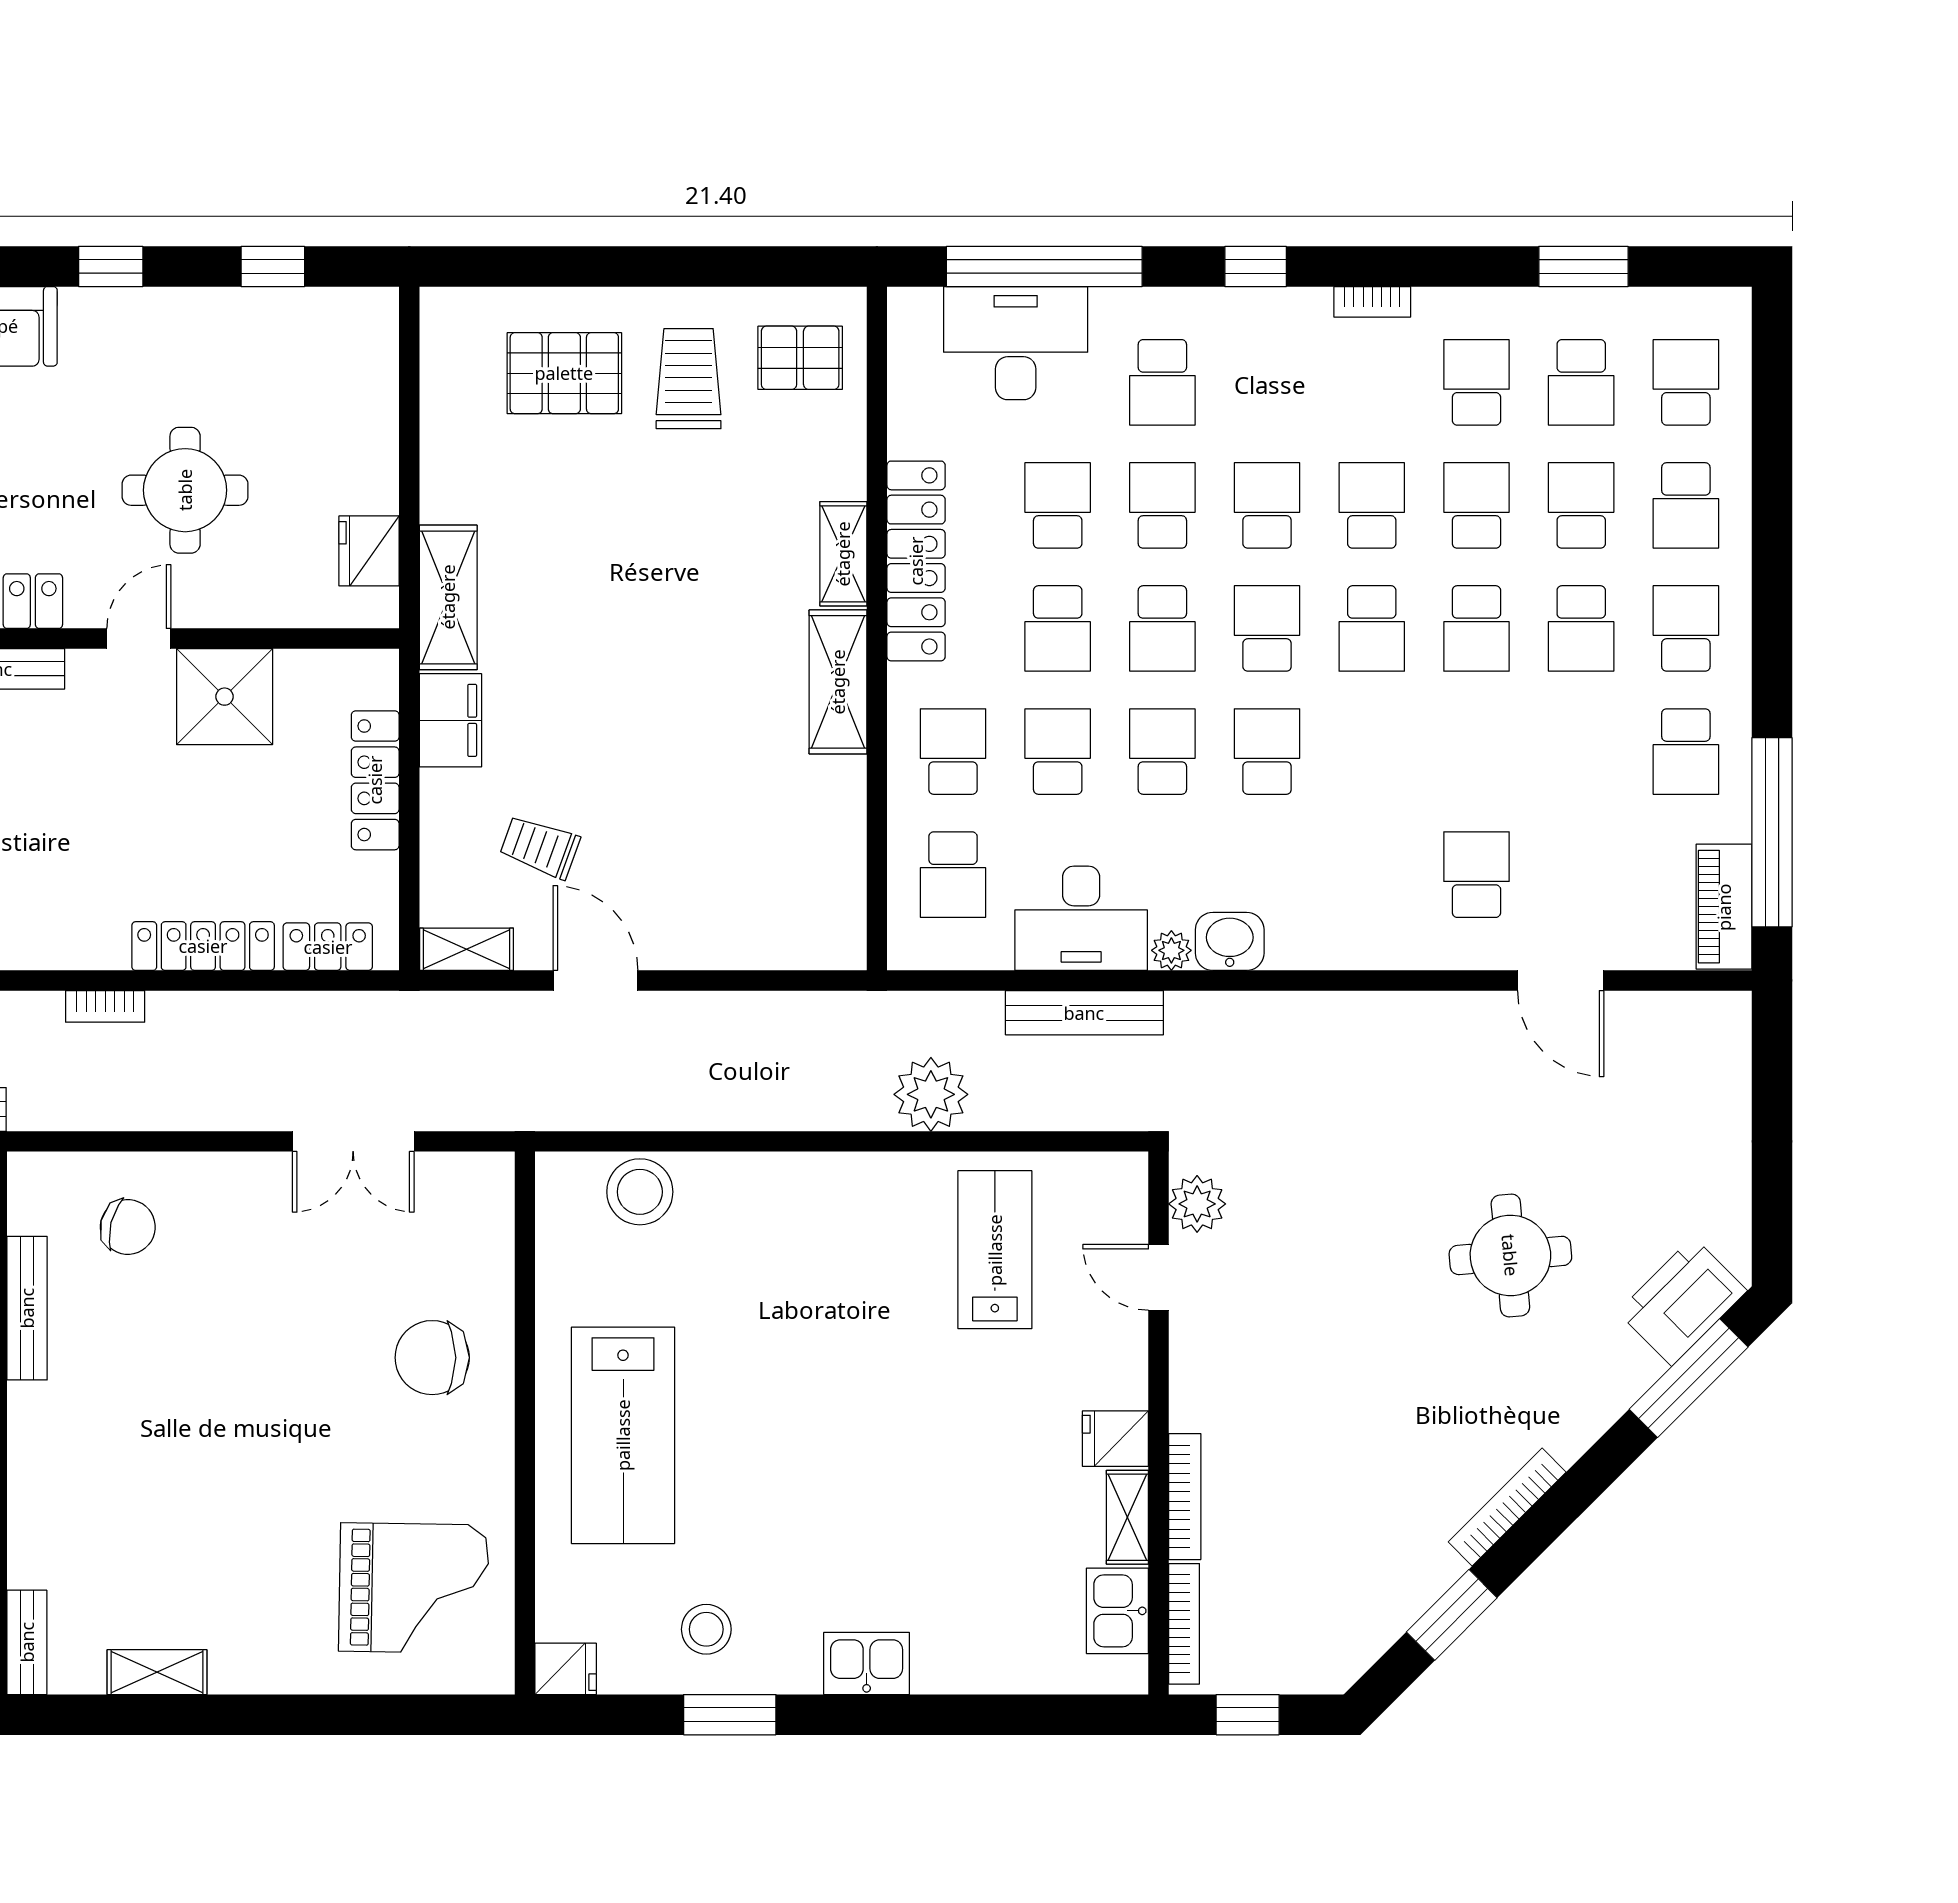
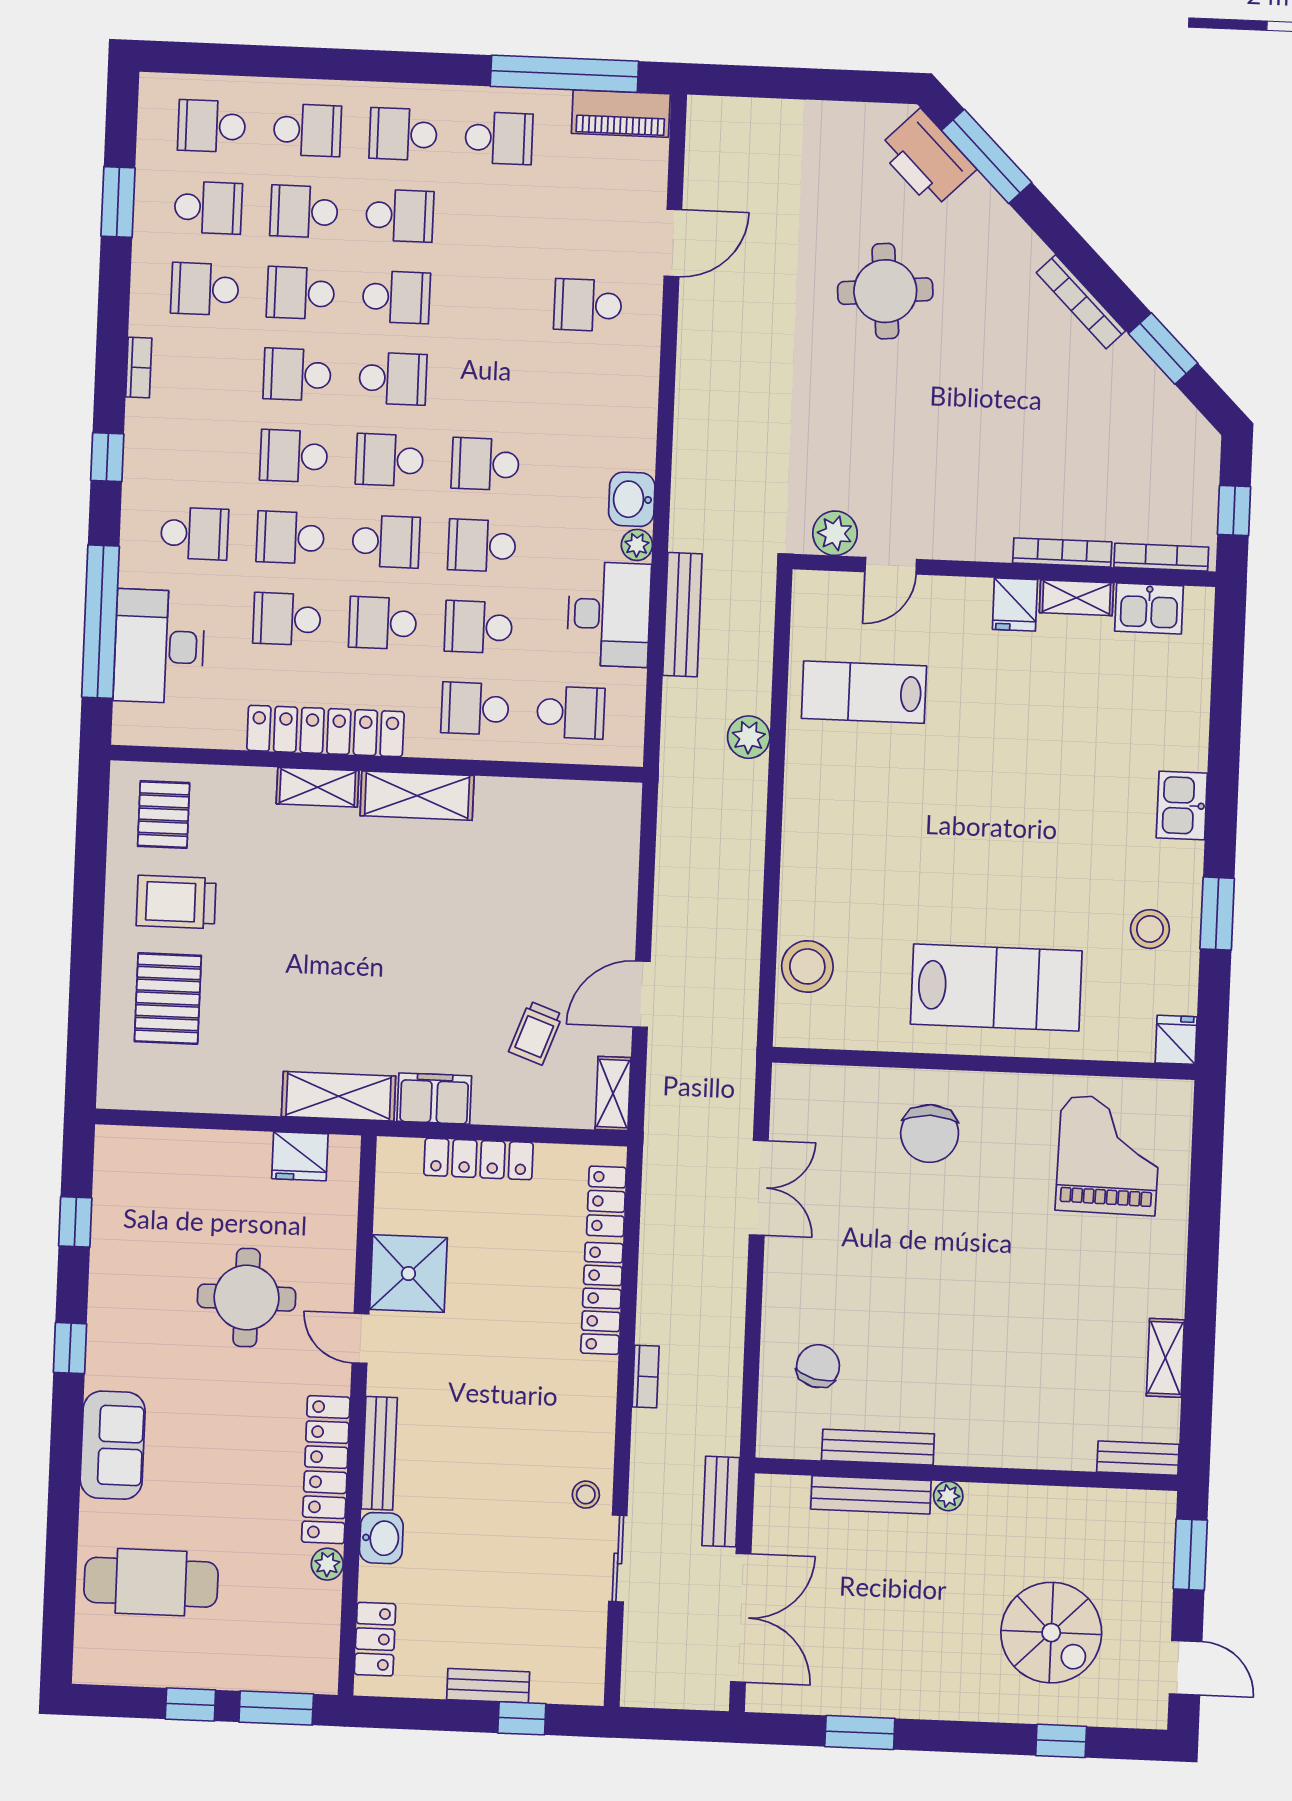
school desk: (1058, 628) -> (383, 623), turned 180
plant: (931, 1094) -> (749, 737), width x0.73, depth x0.73

